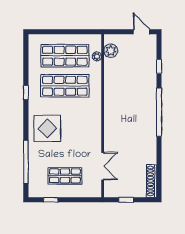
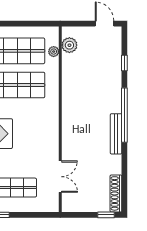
bench: (152, 129) -> (116, 134), added
window: (126, 200) -> (106, 215), moved

